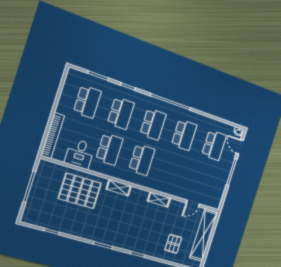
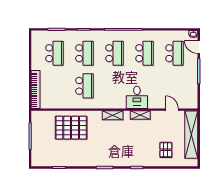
desk: (80, 154) -> (137, 97), moved
school desk: (142, 160) -> (114, 86), removed
shelving: (119, 188) -> (113, 115), moved
door: (193, 203) -> (172, 110), swing flipped

